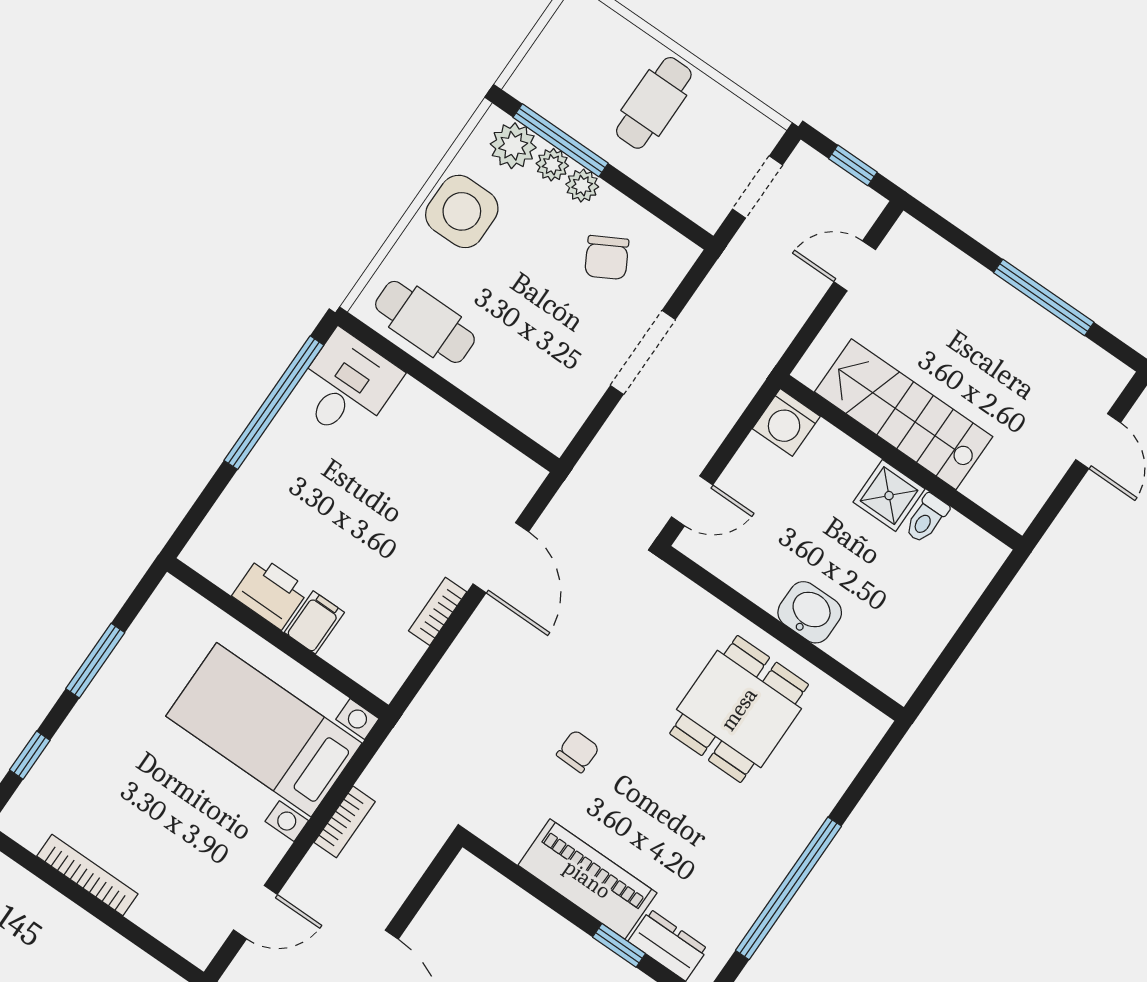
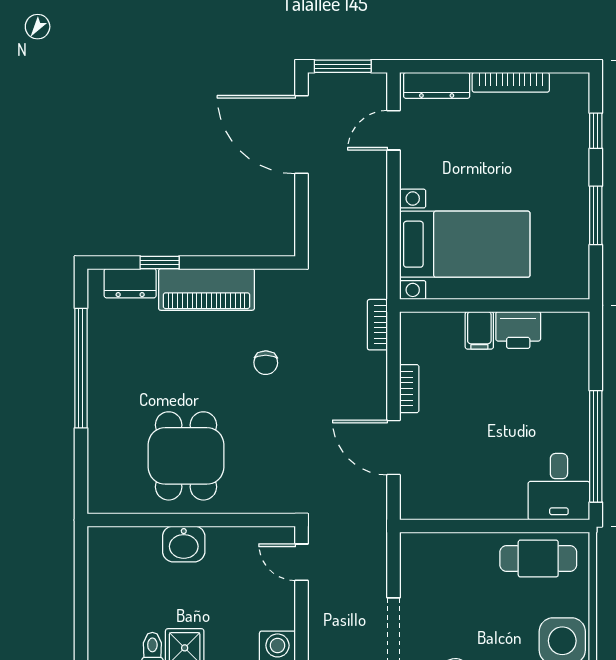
door: (692, 501) -> (302, 562), hinge flipped
bookcase: (345, 822) -> (377, 325), moved
dresser: (173, 929) -> (437, 85), added

